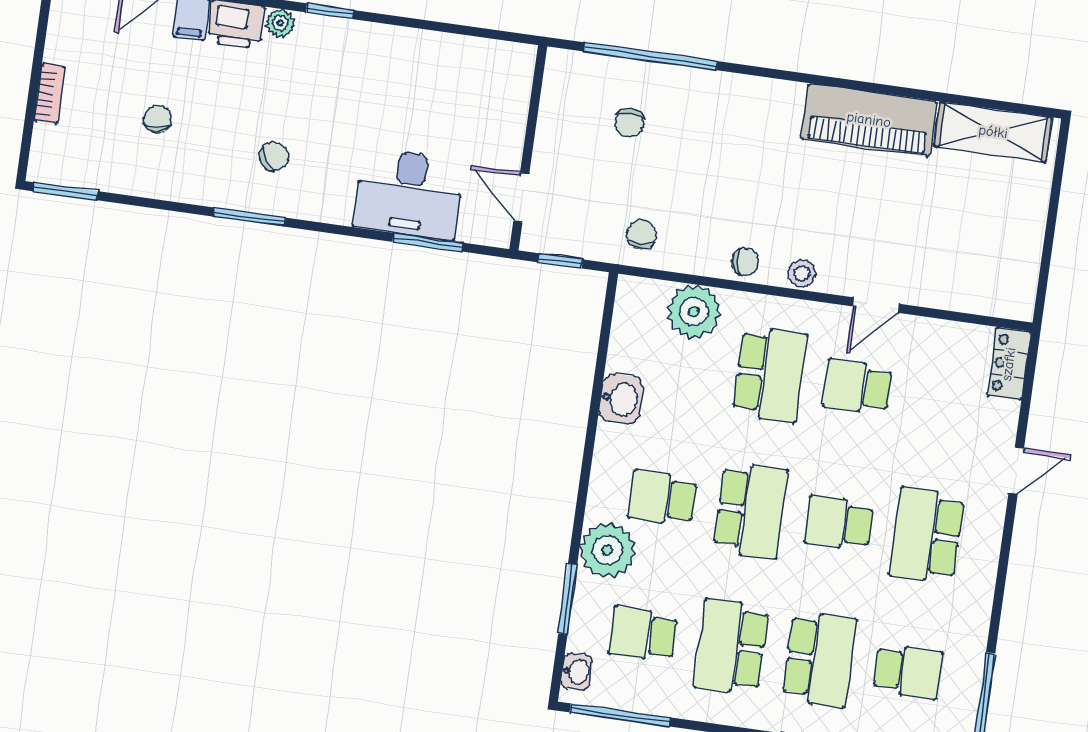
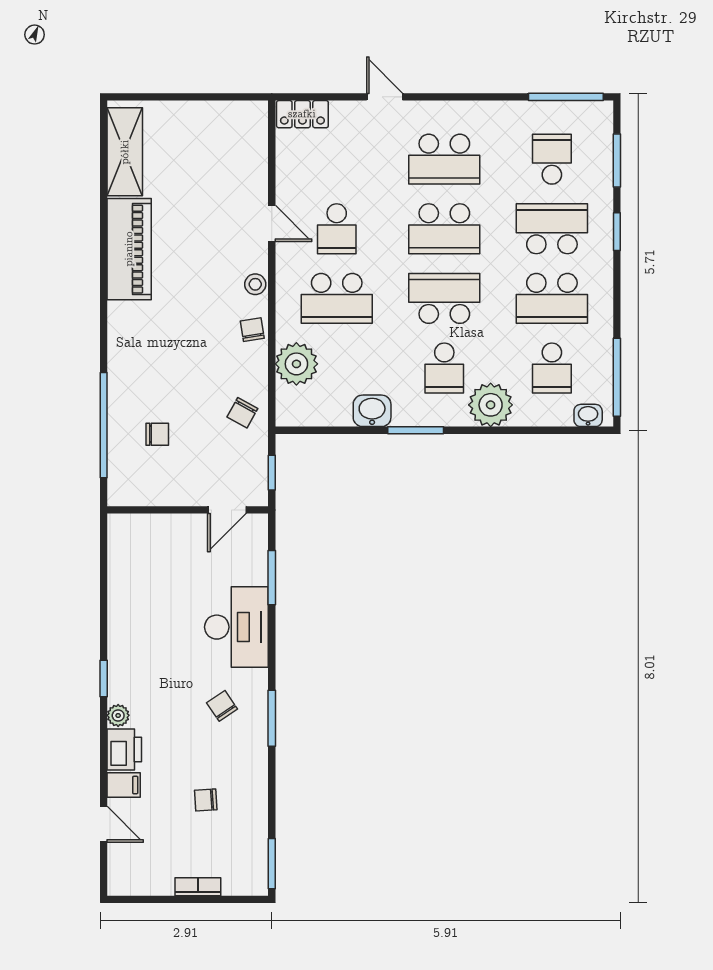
desk: (409, 194) -> (236, 627), moved
chair: (642, 234) -> (242, 413), turned -61
school desk: (770, 374) -> (337, 298), turned 180
school desk: (839, 523) -> (444, 229), width x1.85
window: (568, 599) -> (416, 430), moved

